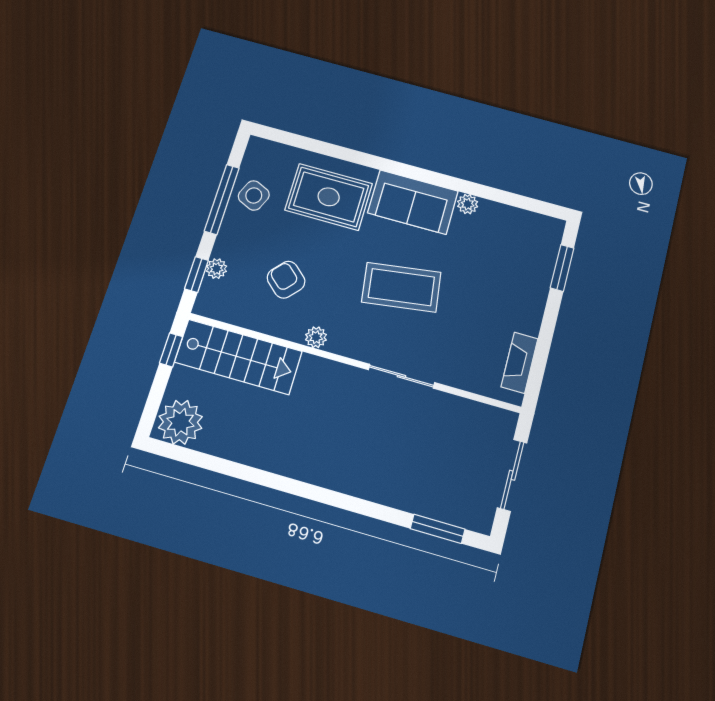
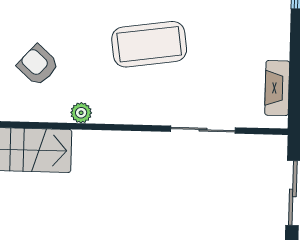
sliding door: (401, 376) -> (203, 130), moved

